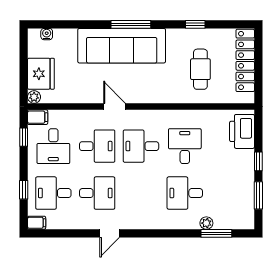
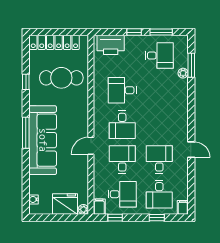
cafe table: (200, 69) -> (61, 78), width x1.37, depth x1.35
desk: (185, 193) -> (159, 56), moved, turned -90

